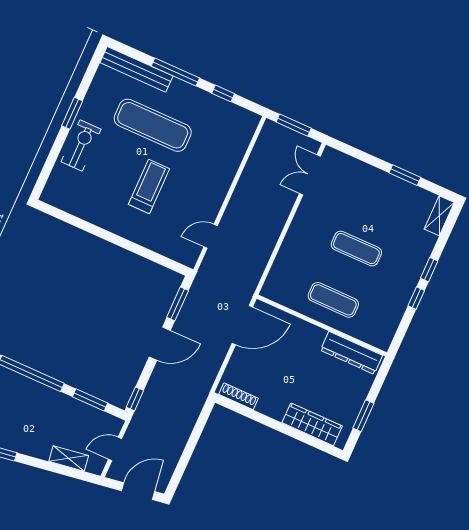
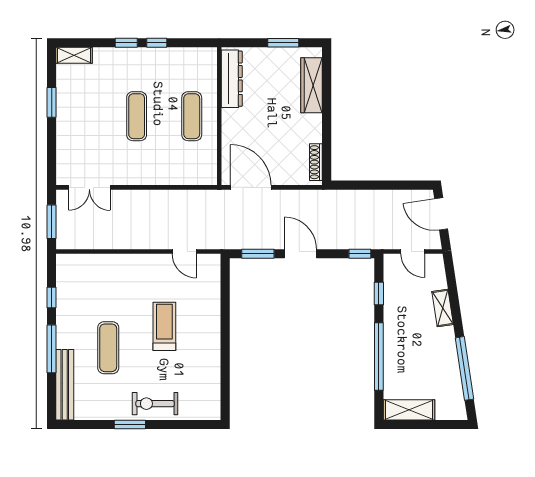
exercise mat: (153, 125) -> (108, 348), width x0.73, depth x0.69
treadmill: (149, 186) -> (164, 326), turned 90
window: (90, 400) -> (379, 293), width x0.67
shelving: (69, 458) -> (443, 308), moved

